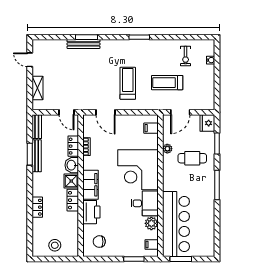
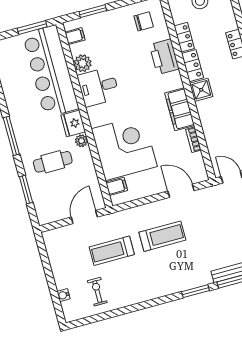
window: (139, 37) -> (195, 291), moved
treadmill: (128, 83) -> (162, 236), turned -90
treadmill: (167, 83) -> (112, 251), turned 180
fridge: (207, 123) -> (73, 123), moved, turned 180
locker: (73, 146) -> (184, 37), moved
plant: (167, 149) -> (81, 141), moved
washbasin: (72, 165) -> (206, 111), removed
corner desk: (138, 170) -> (124, 148), moved
filing cabinet: (91, 185) -> (180, 109), moved

